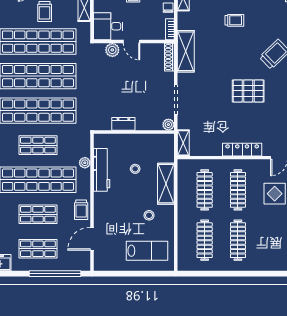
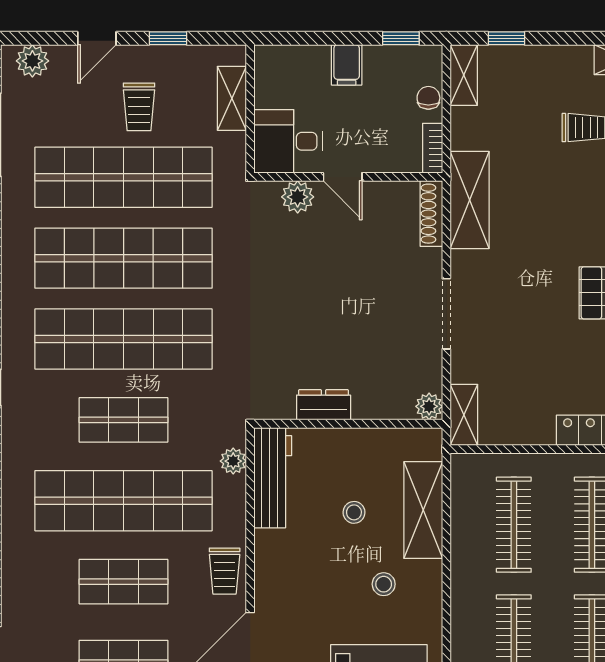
dresser: (123, 124) -> (324, 405), moved
plant: (168, 125) -> (429, 406), moved
wall: (134, 132) -> (348, 424), moved
stool: (135, 169) -> (354, 512), moved

